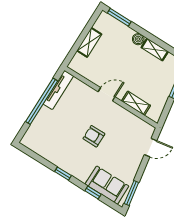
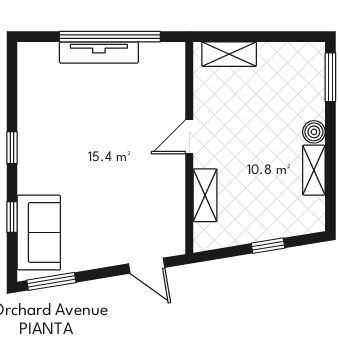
shelving: (89, 42) -> (229, 54), moved
tv unit: (58, 90) -> (99, 52), moved
door: (107, 94) -> (189, 137), swing flipped
armchair: (94, 136) -> (106, 160), removed

